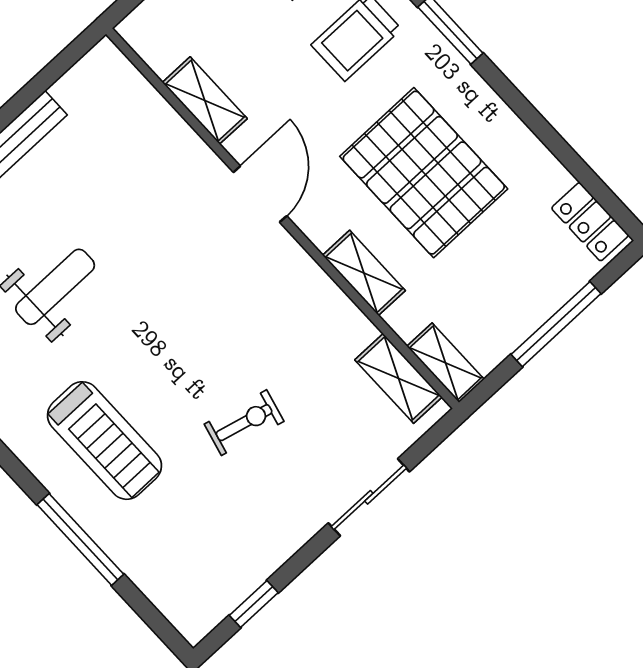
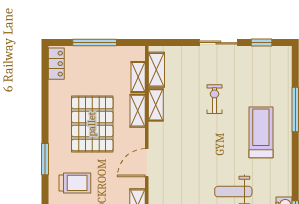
shelving: (341, 314) -> (156, 105), added
shelving: (445, 363) -> (138, 77), moved
exercise bike: (244, 423) -> (214, 99), turned 76
sliding door: (369, 497) -> (218, 43), moved

